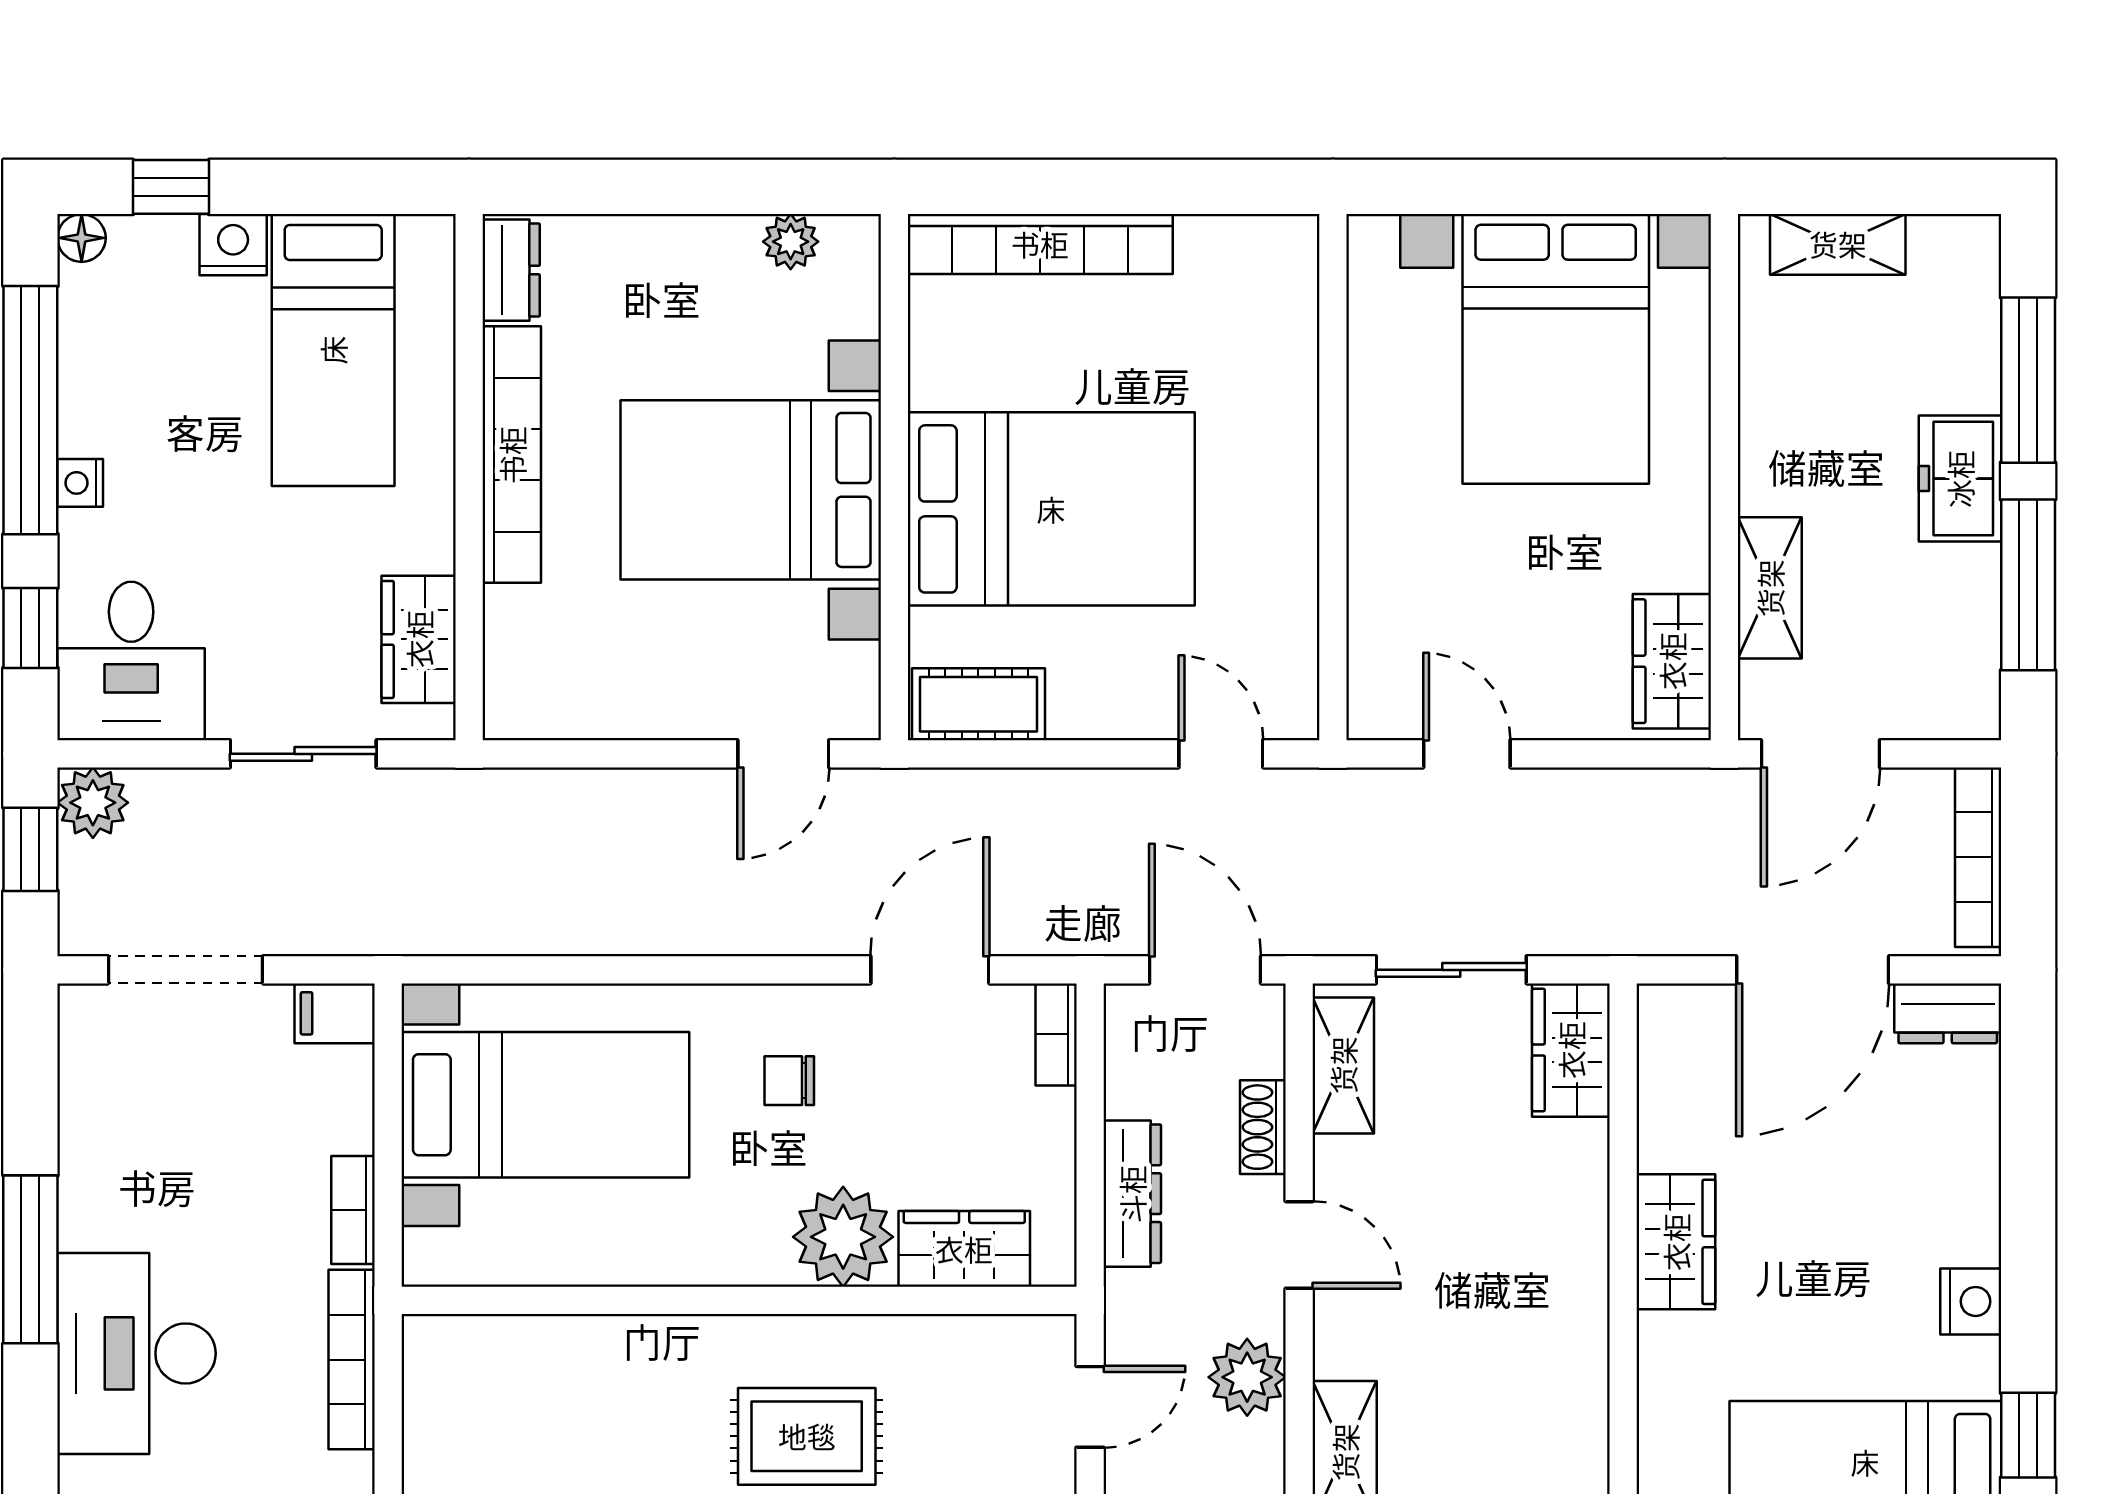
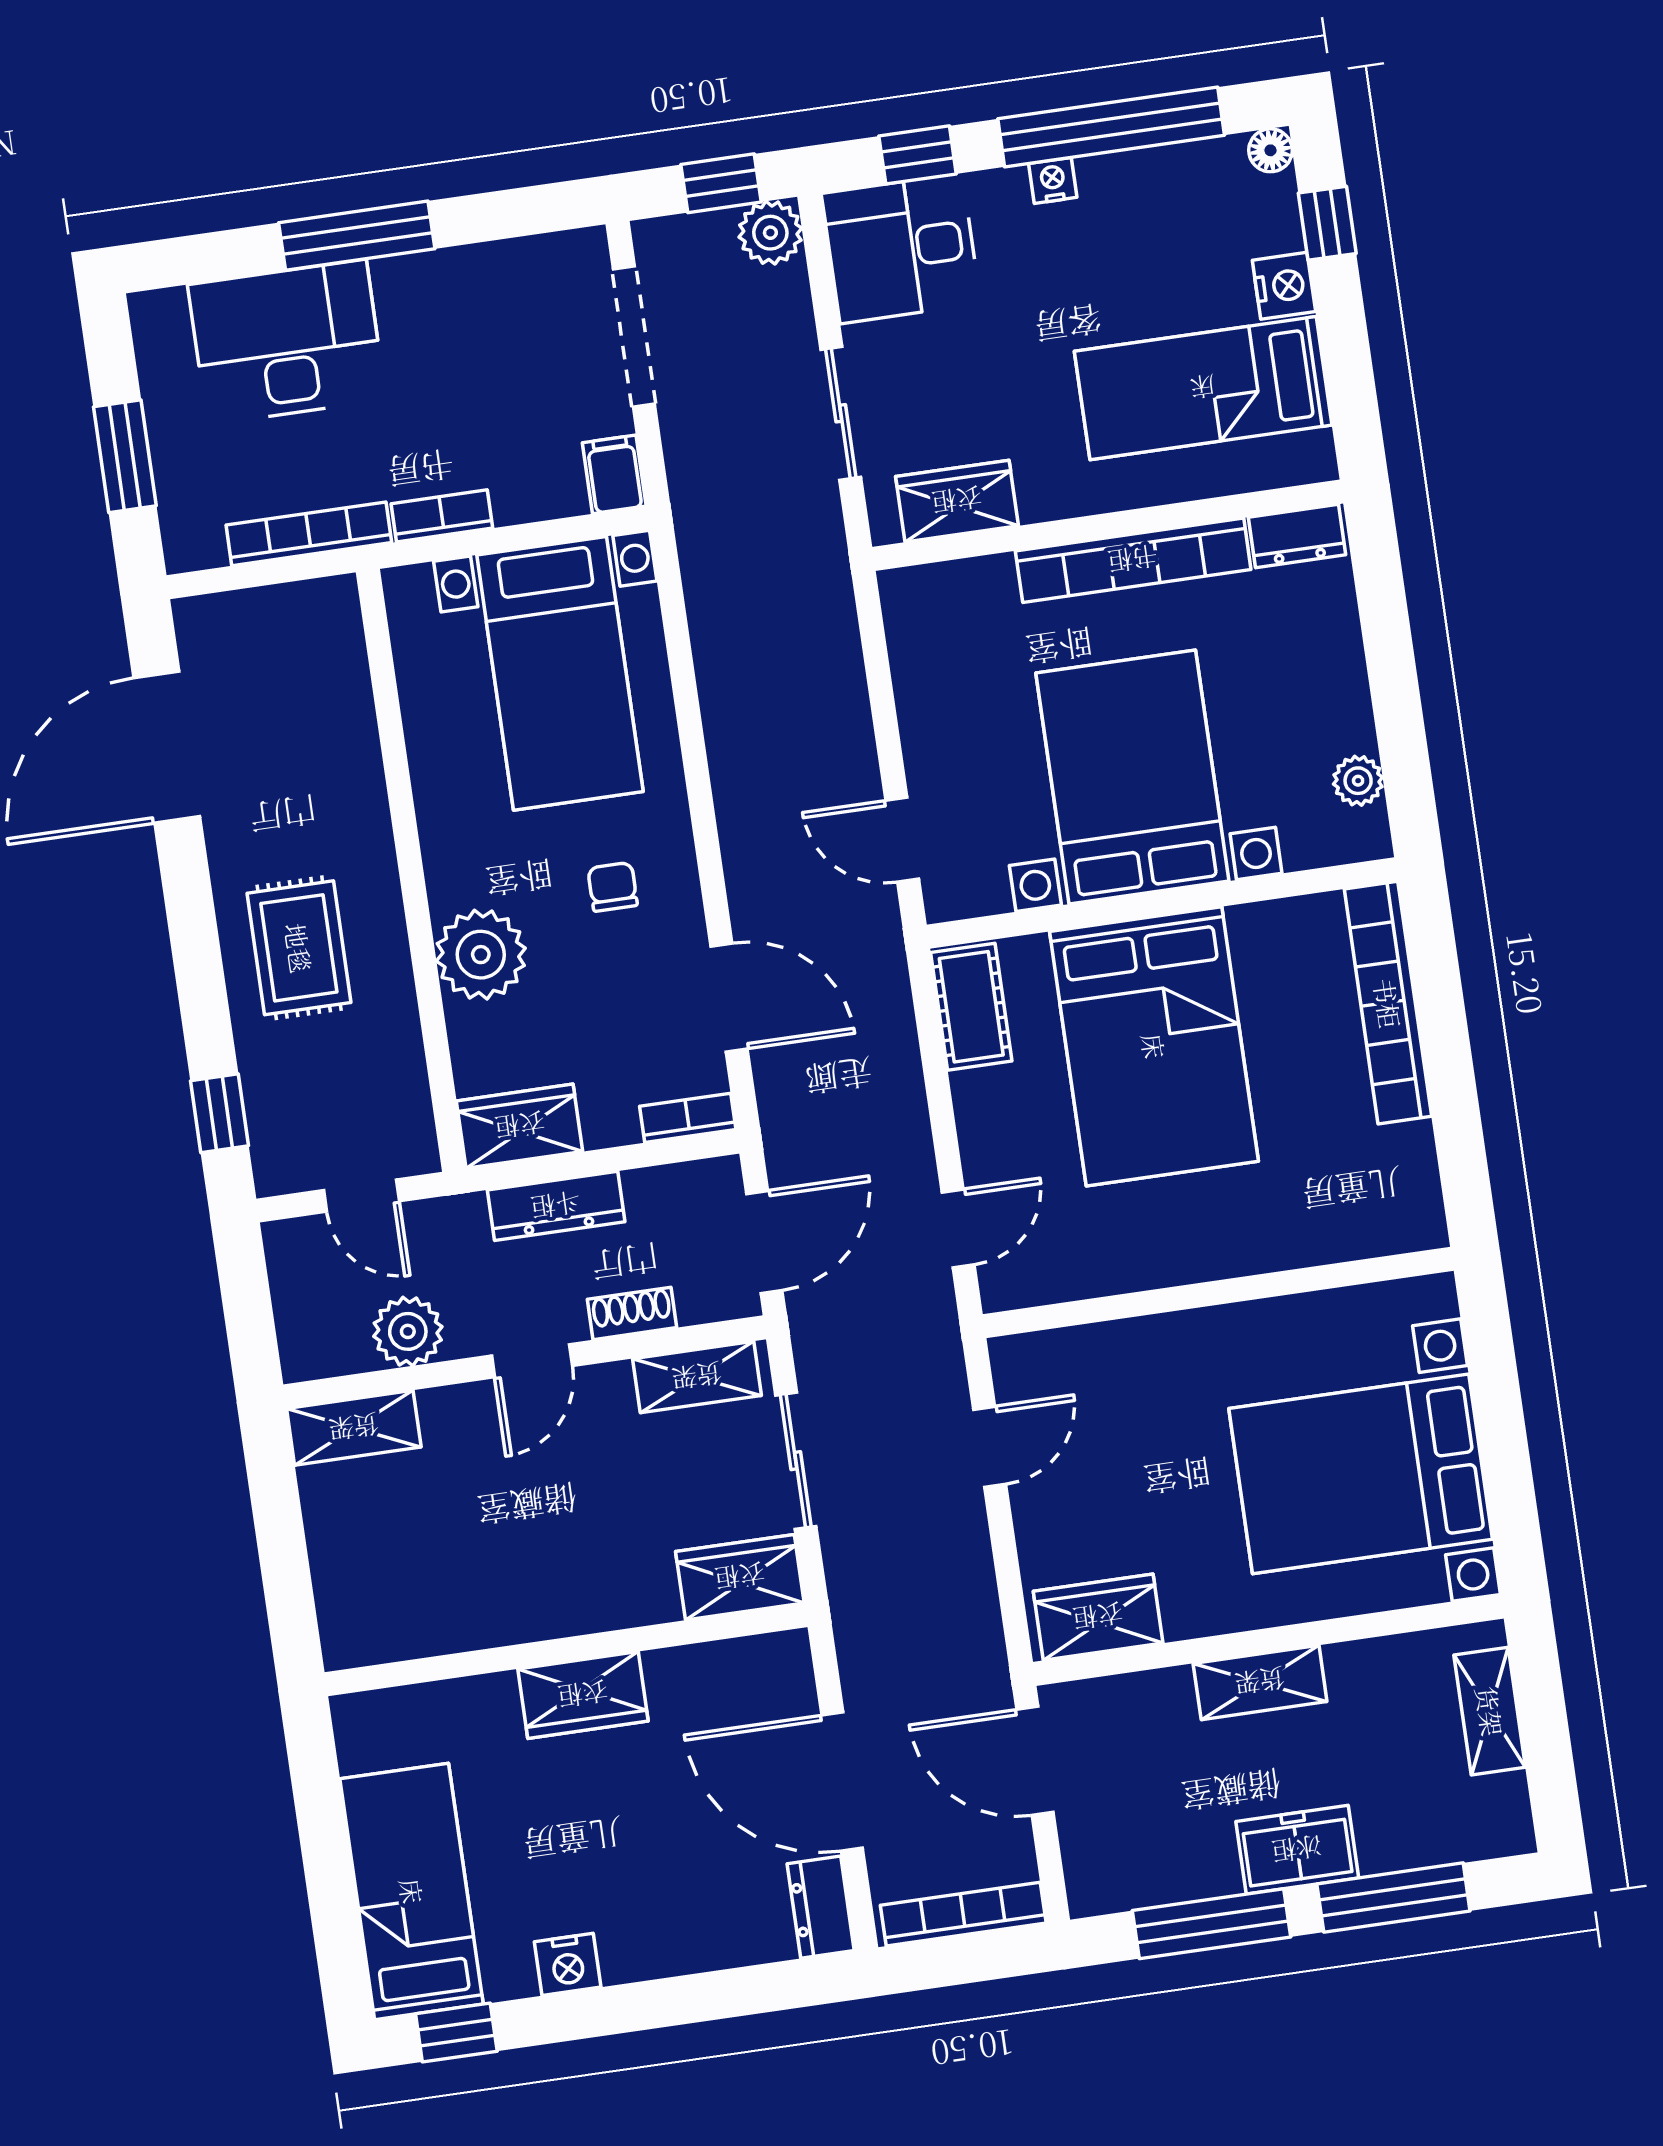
shelving: (1770, 588) -> (1260, 1682), moved
wardrobe: (964, 1249) -> (520, 1126), moved, turned -90

